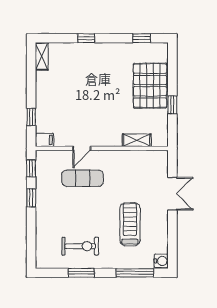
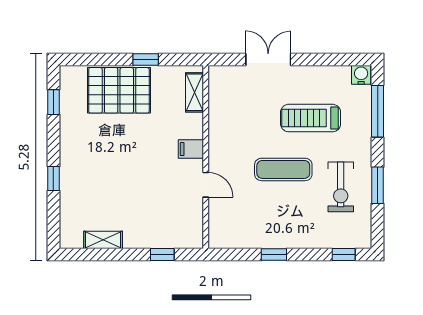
shelving: (42, 56) -> (103, 240), moved
filing cabinet: (45, 140) -> (191, 149), moved, turned -90
shelving: (137, 140) -> (194, 92), moved
window: (31, 169) -> (344, 254), moved
exercise mat: (83, 178) -> (283, 169), moved, turned 90
exercise bike: (80, 246) -> (341, 187), turned 180

